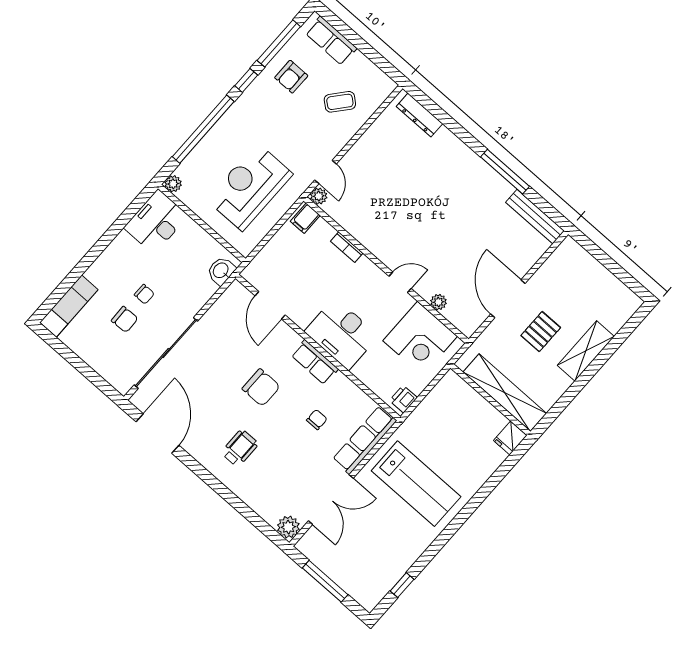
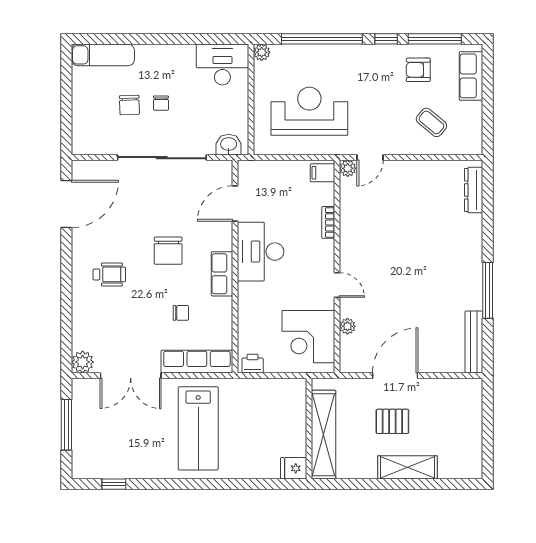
desk: (342, 334) -> (261, 252), moved
sliding door: (166, 353) -> (162, 158), moved

